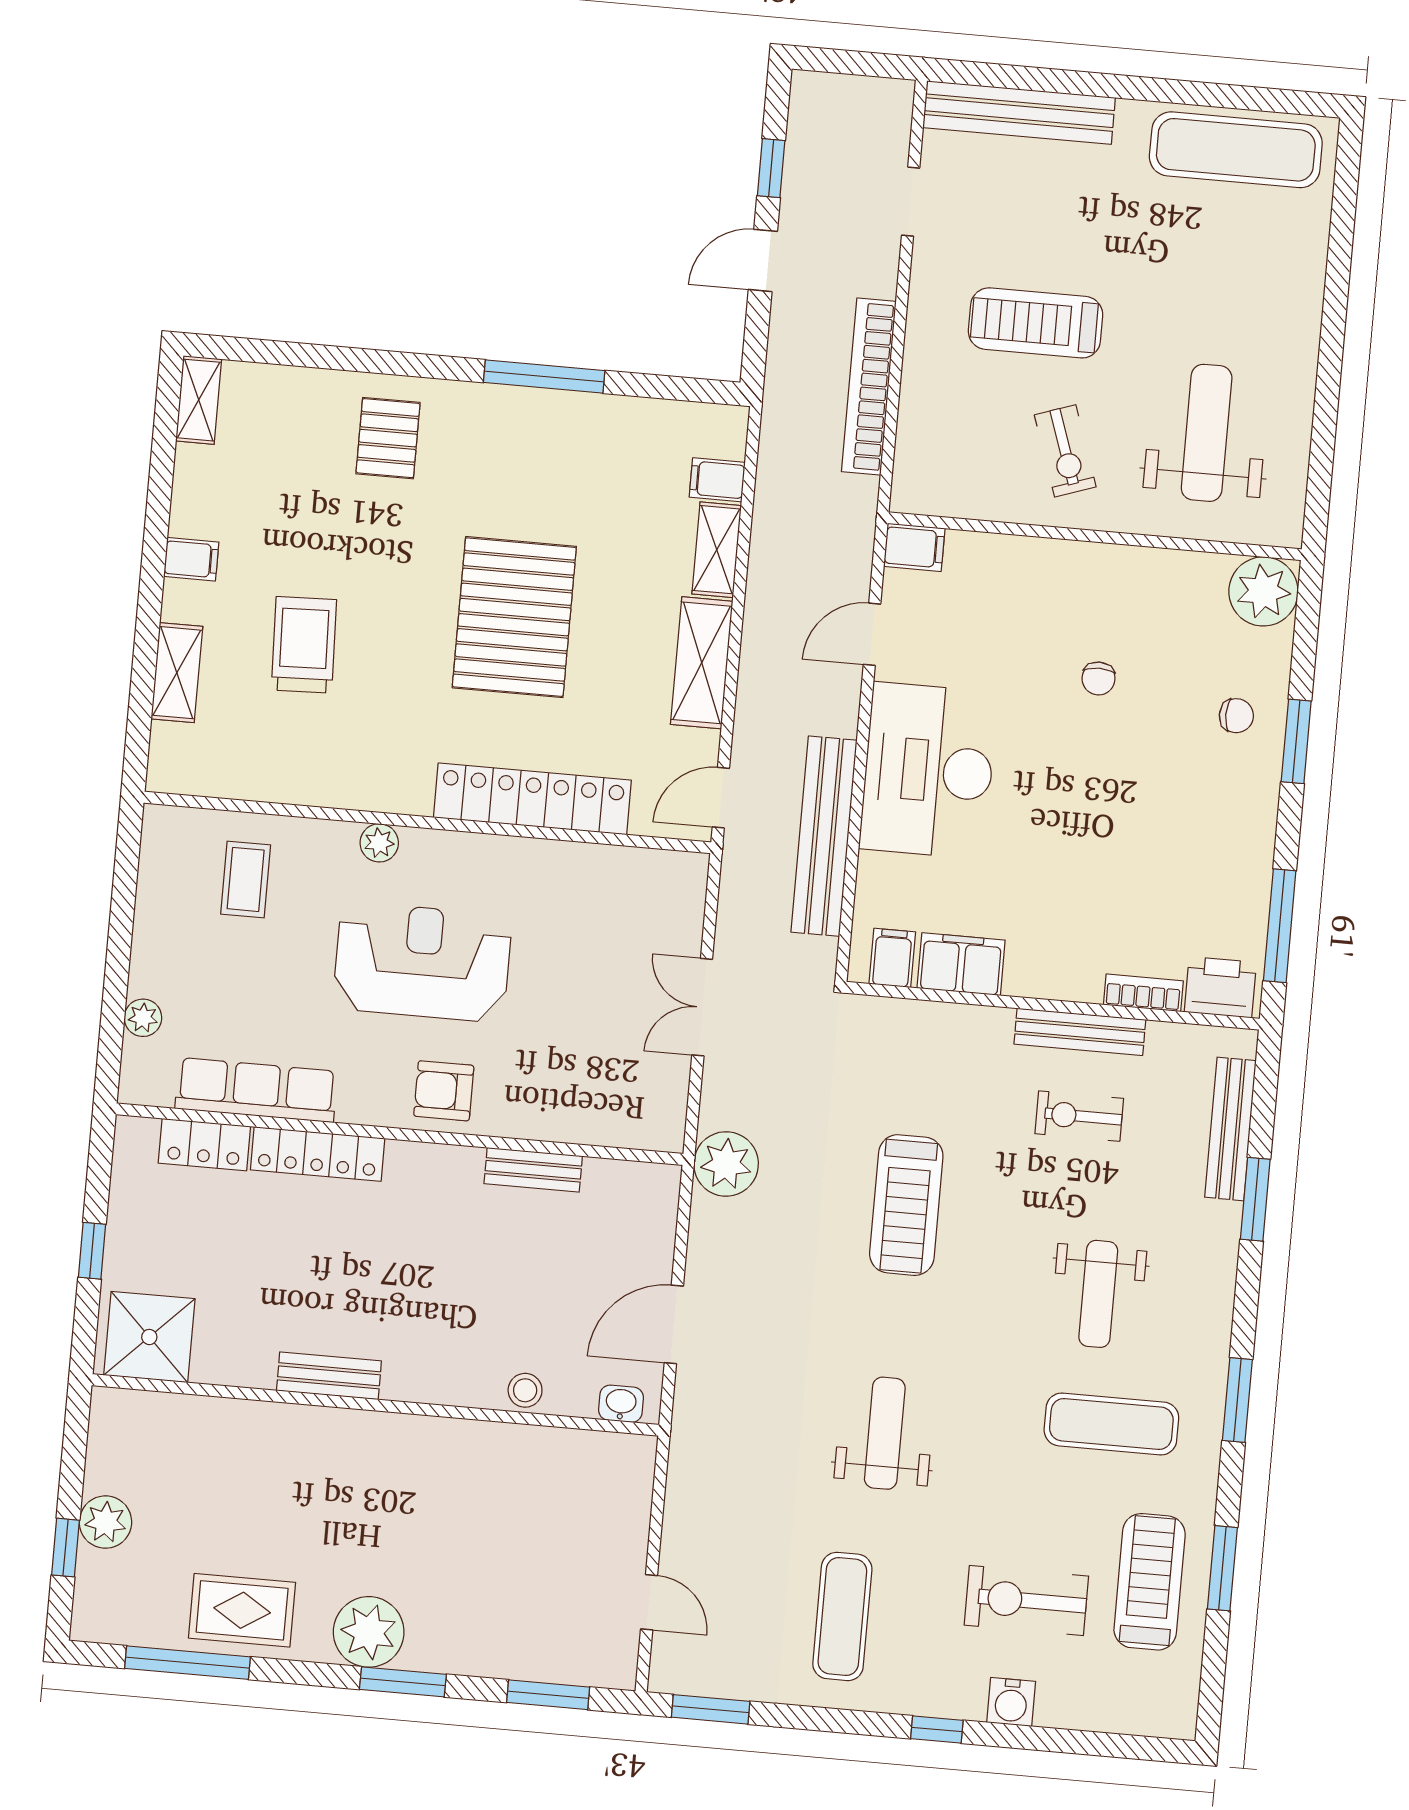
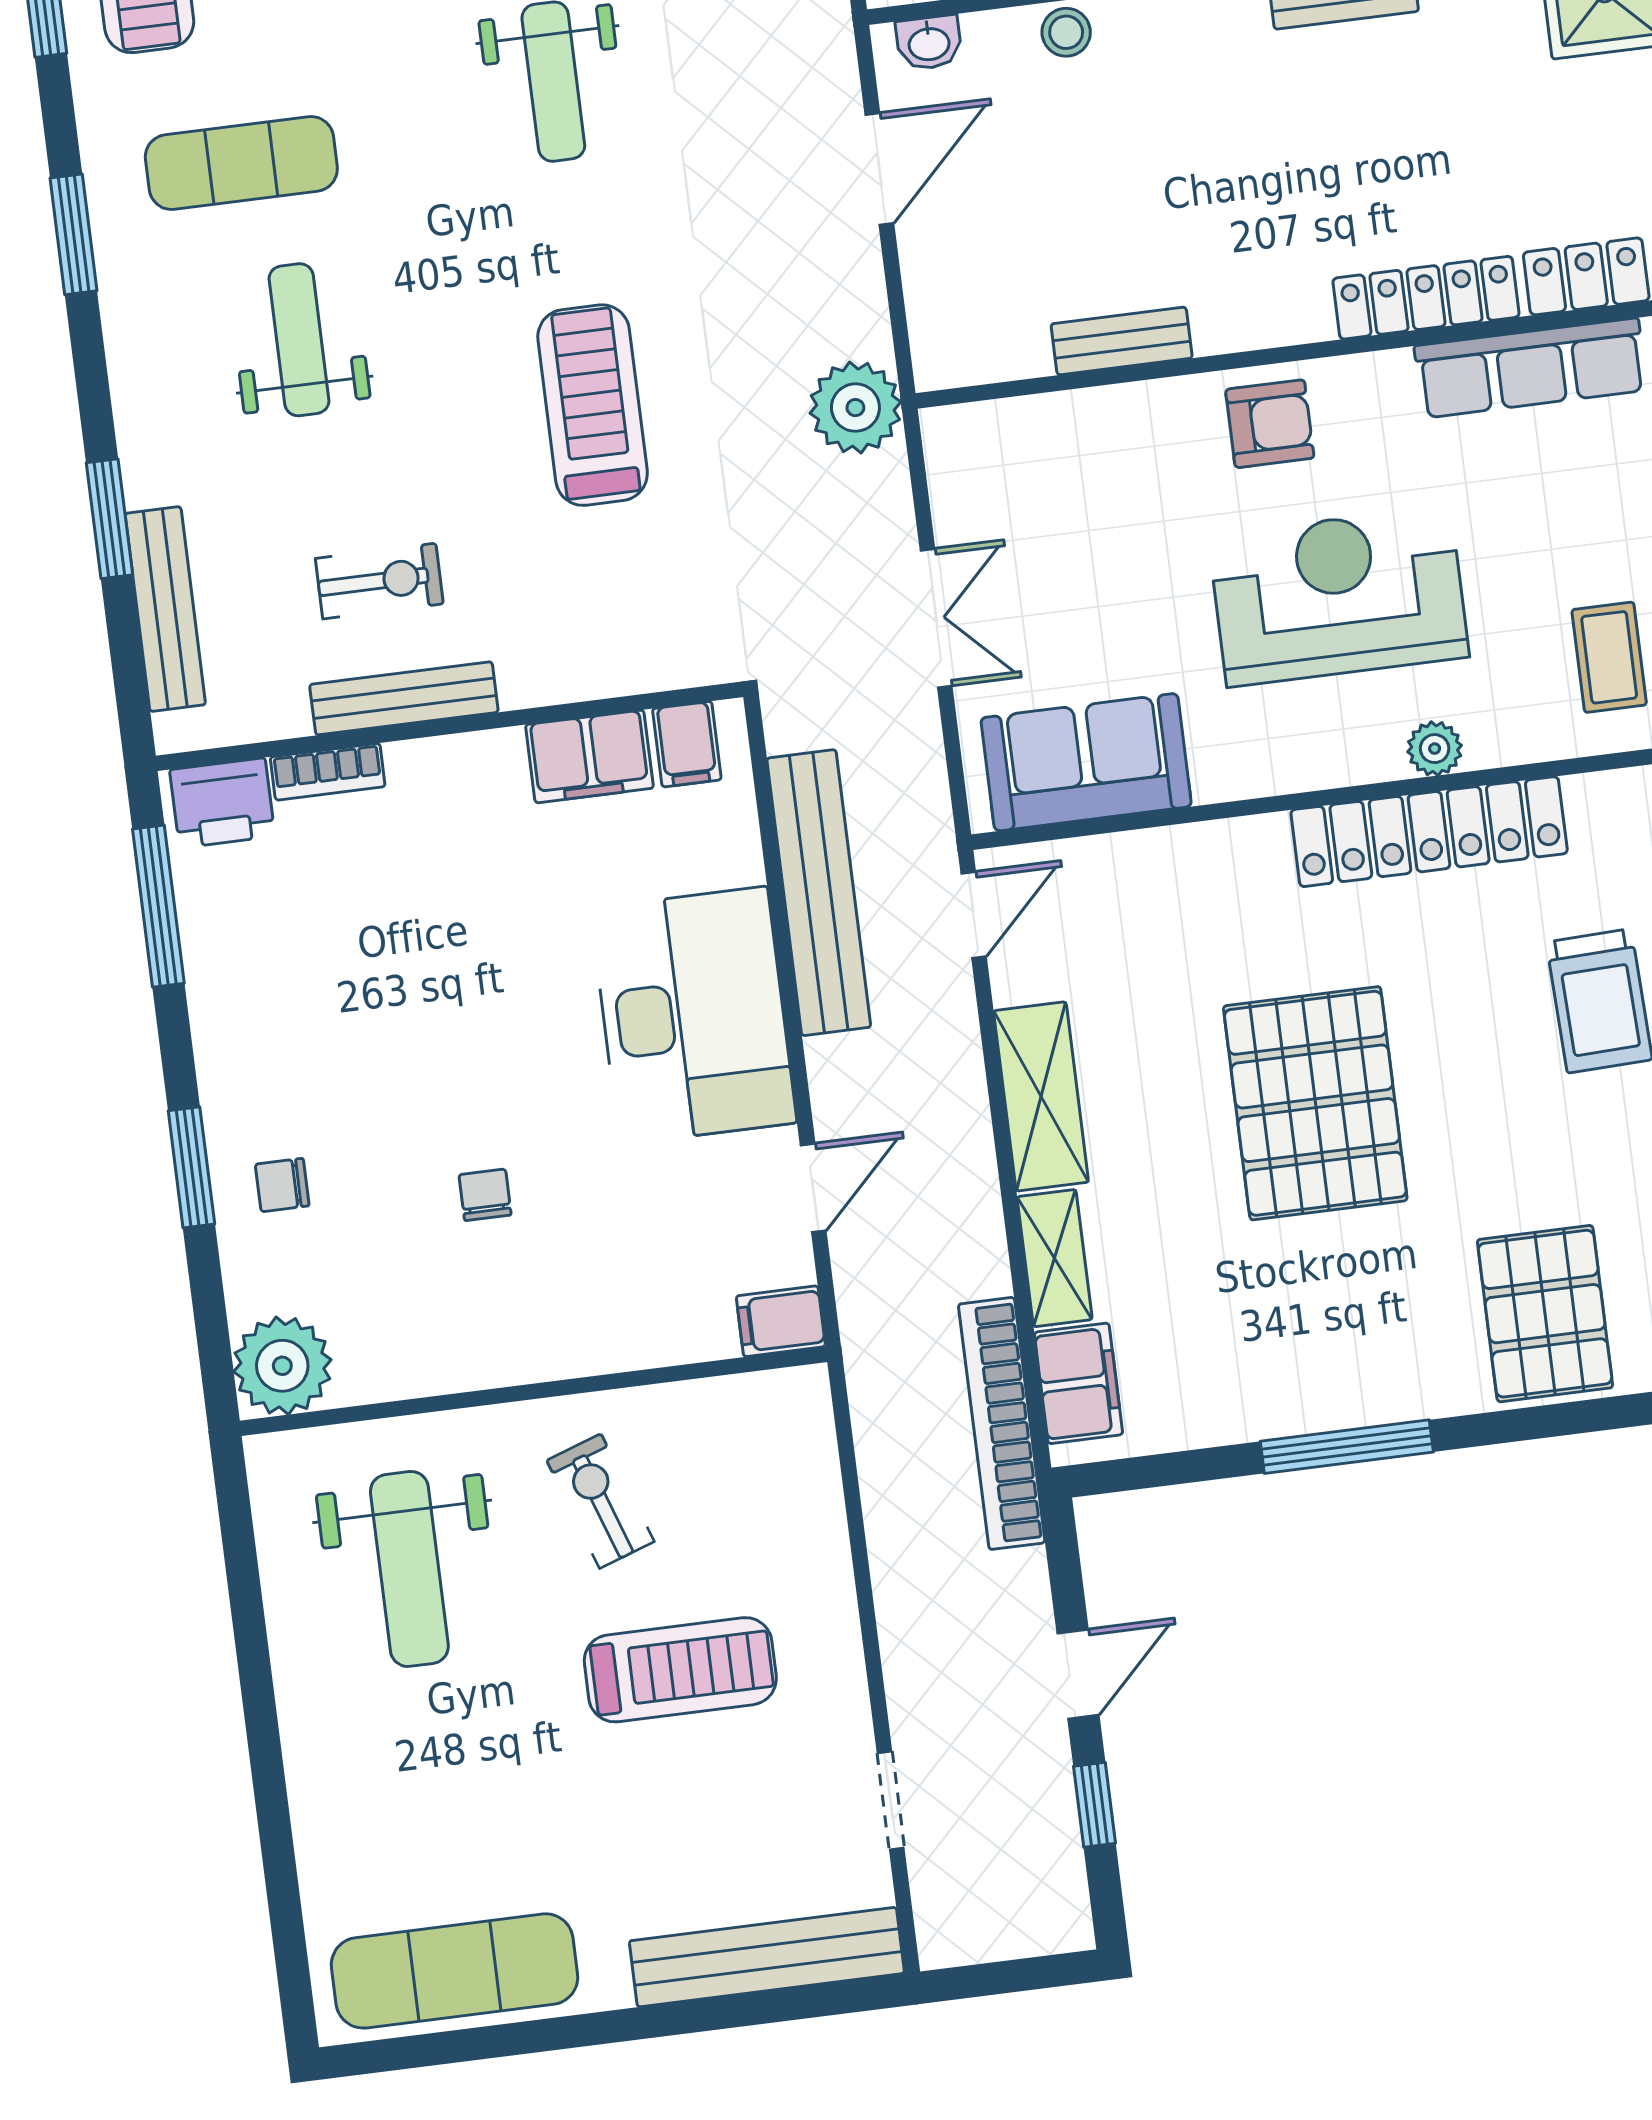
bookcase: (869, 387) -> (1002, 1423), moved, turned 180
pallet: (388, 438) -> (1545, 1314), width x1.50, depth x1.42
filing cabinet: (717, 480) -> (1078, 1383), width x2.00
locker: (532, 799) -> (1429, 832), moved
sofa: (621, 886) -> (1086, 762), added
reception desk: (422, 962) -> (1339, 596), turned 180

